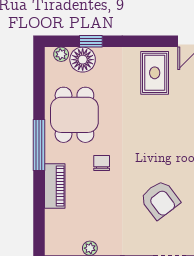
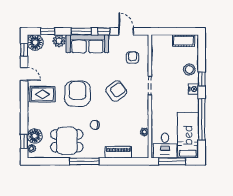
window: (91, 41) -> (24, 141), moved
armchair: (156, 133) -> (77, 94), added
piano: (55, 186) -> (118, 152), moved

